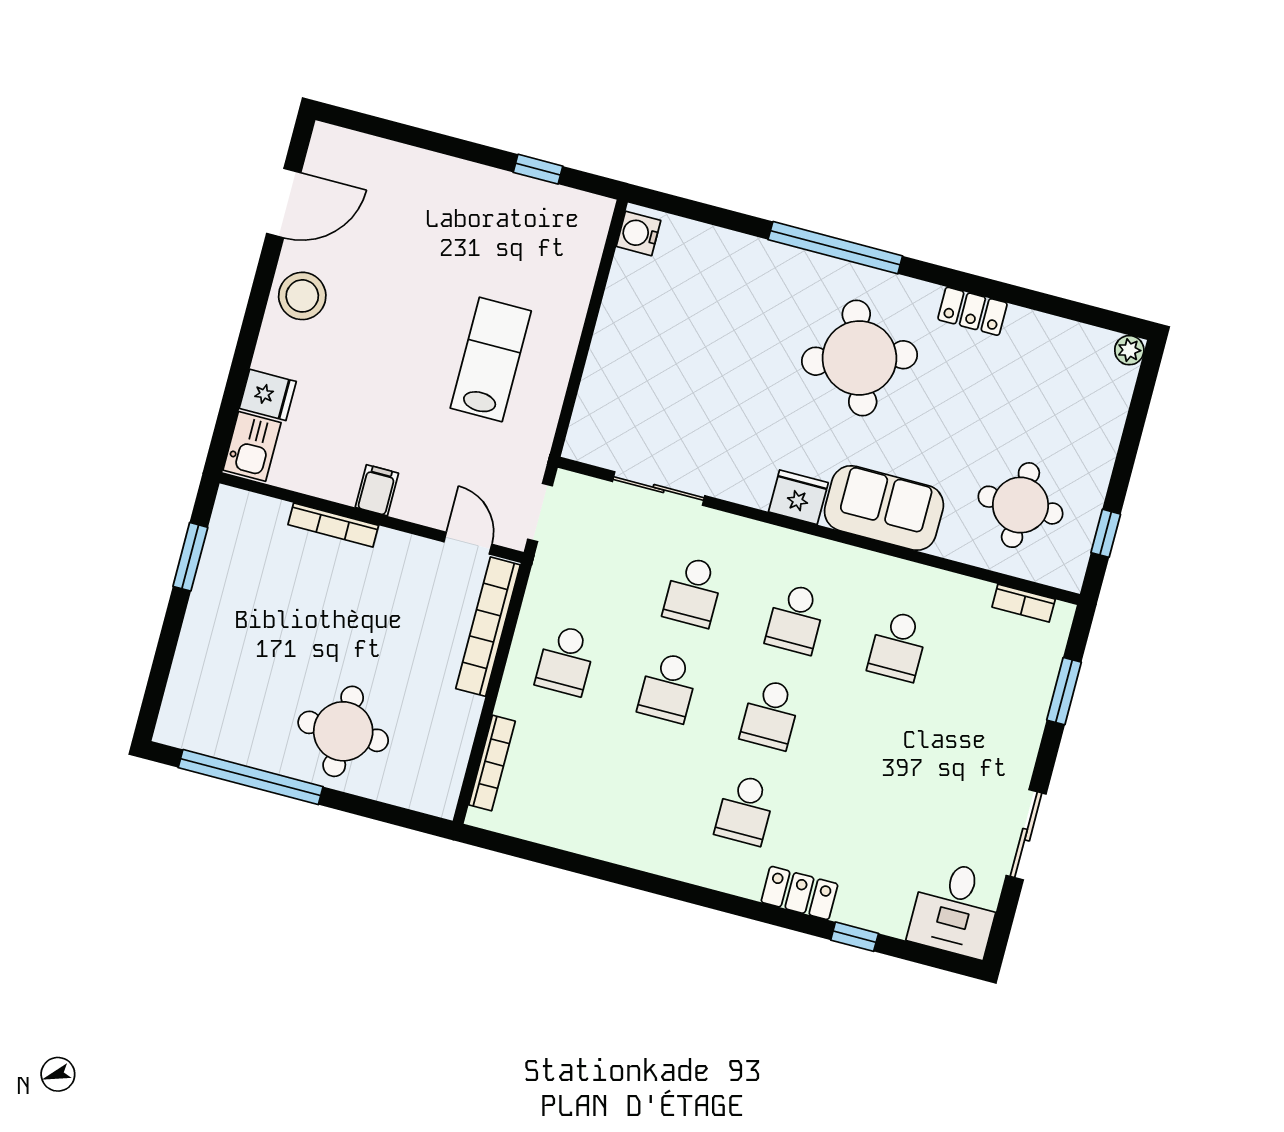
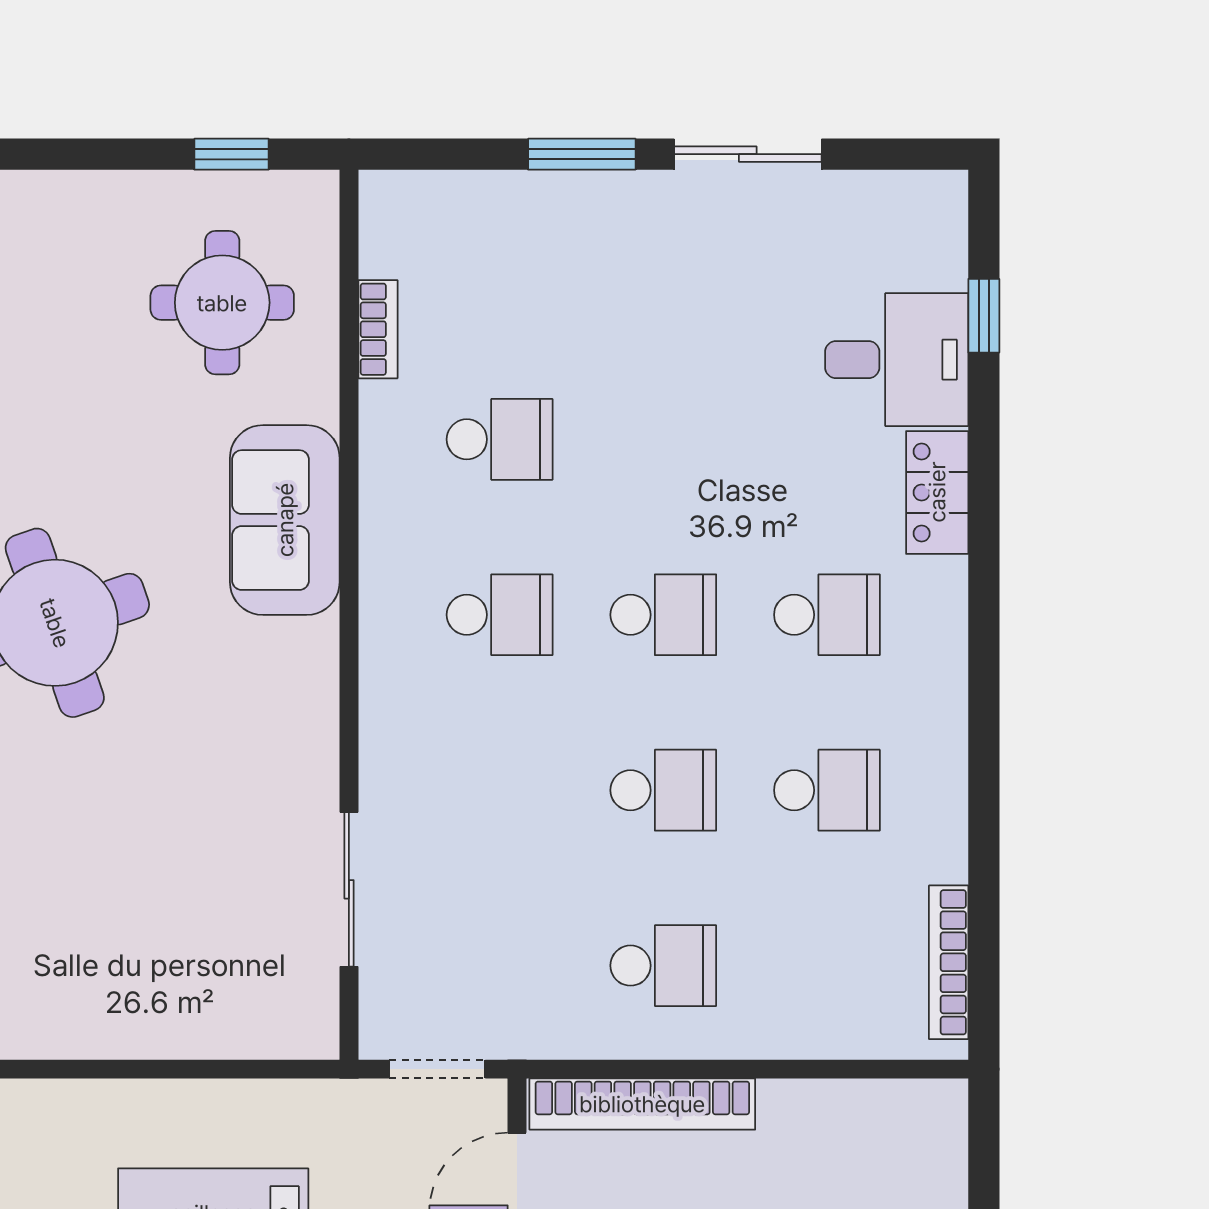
fridge: (798, 497) -> (304, 662), removed
school desk: (693, 592) -> (827, 790), moved
bookcase: (1024, 603) -> (378, 329), moved
window: (1064, 691) -> (582, 154), moved
bookcase: (492, 763) -> (949, 962), moved, turned -90
desk: (955, 909) -> (897, 360), moved
window: (855, 937) -> (984, 316), moved

